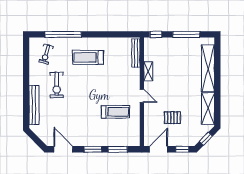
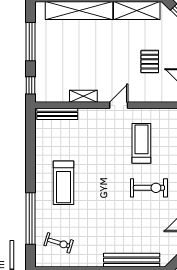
exercise bike: (57, 85) -> (149, 188), moved

